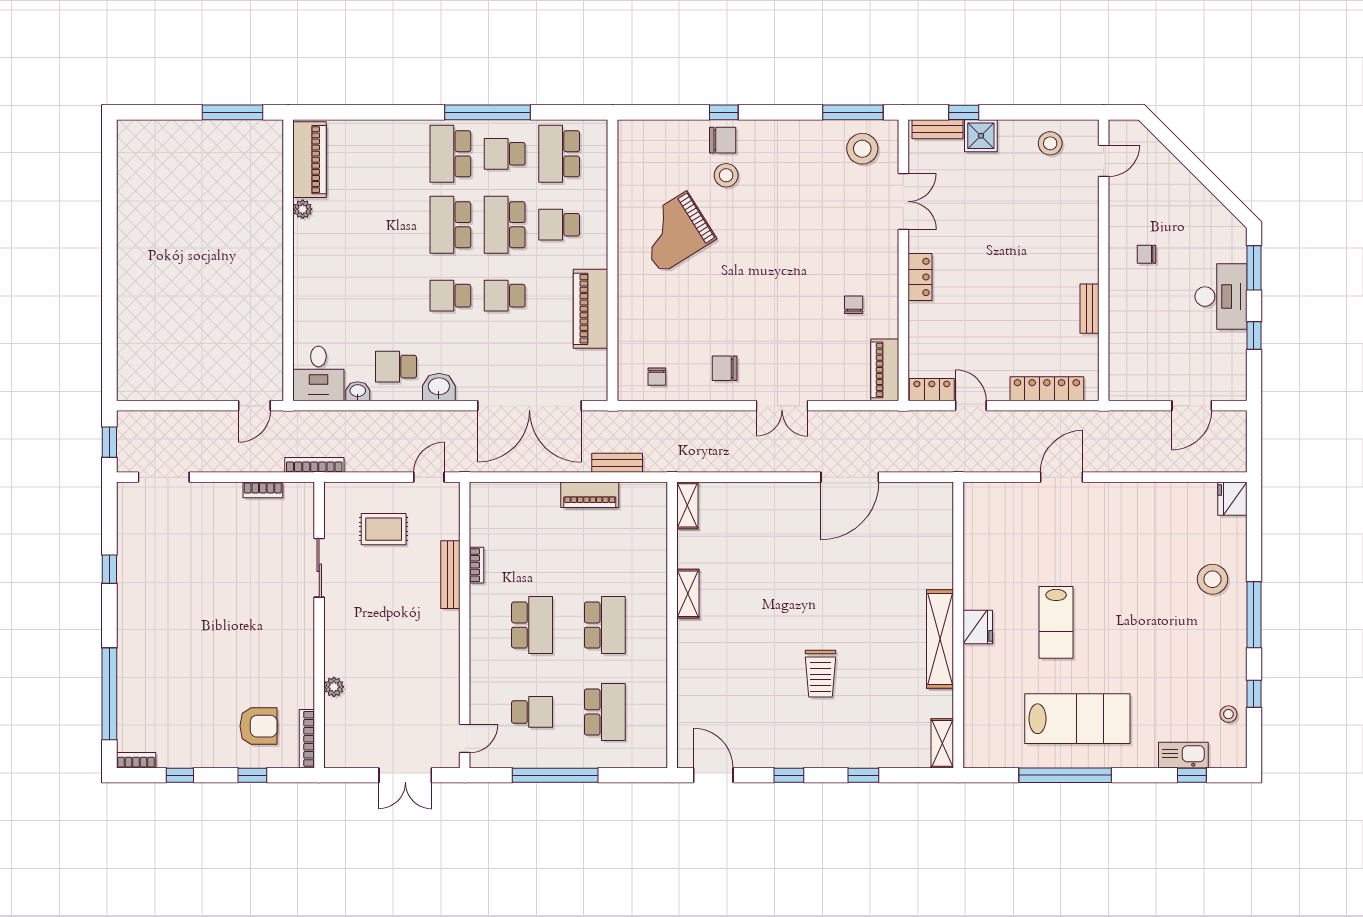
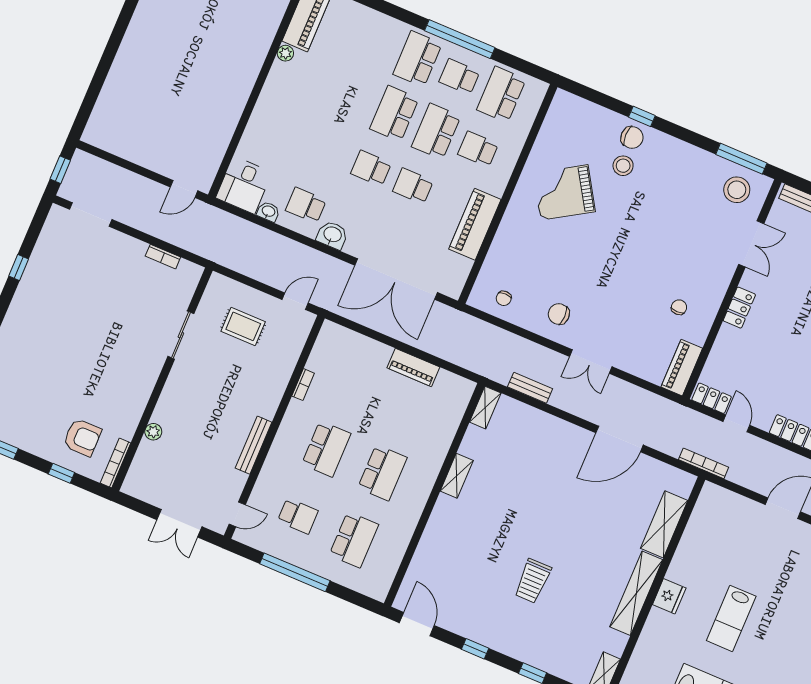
bench: (617, 463) -> (530, 388), moved
bookcase: (314, 465) -> (704, 463), moved
shelving: (938, 550) -> (664, 524), added
bench: (450, 575) -> (254, 445), moved

